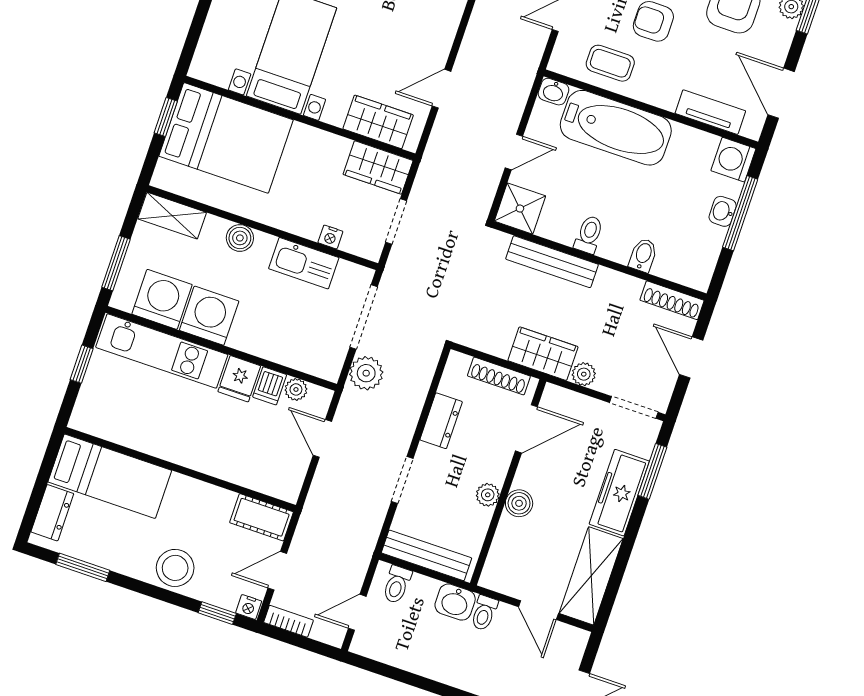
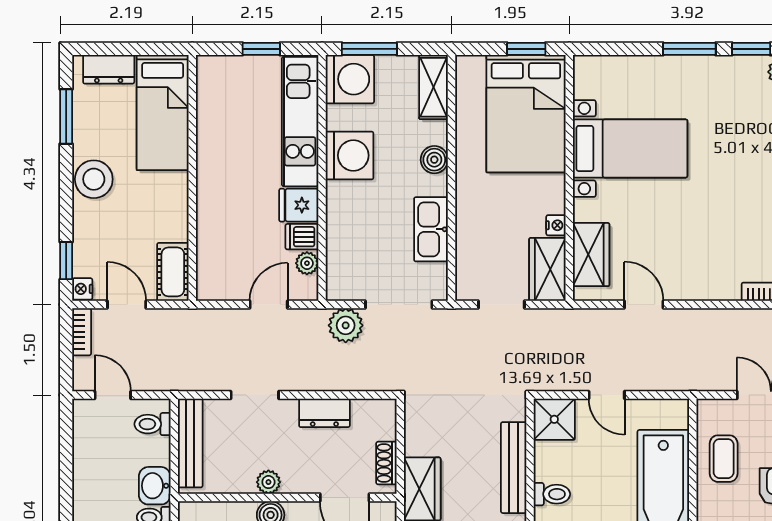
washbasin: (553, 92) -> (678, 413), removed
nightstand: (330, 237) -> (556, 225), moved, turned 180
washing machine: (162, 299) -> (350, 79), moved
shoe rack: (499, 376) -> (386, 463), width x0.70
stool: (175, 568) -> (94, 179), moved

